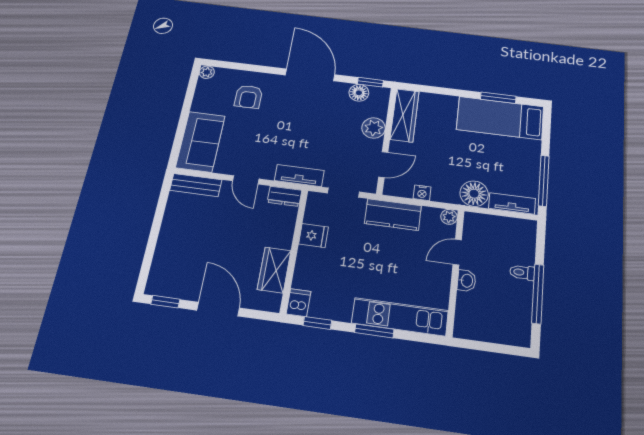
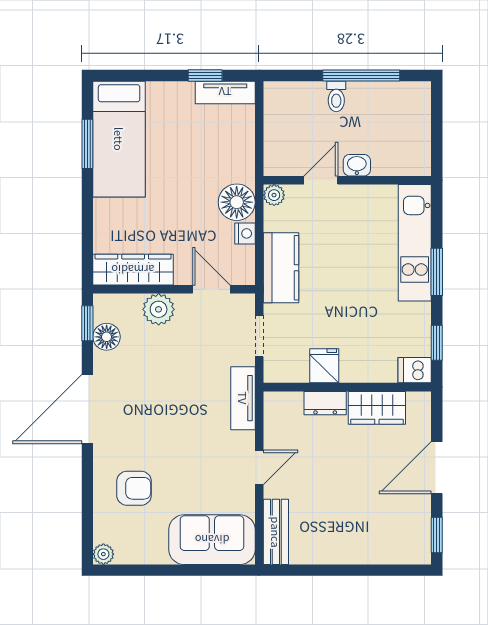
window: (544, 181) -> (205, 76), width x0.46
floor lamp: (474, 194) -> (237, 202), moved
dresser: (285, 196) -> (325, 403), moved, turned 90
tv unit: (512, 203) -> (225, 92), moved, turned -90
door: (457, 252) -> (321, 180), swing flipped

